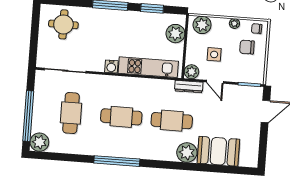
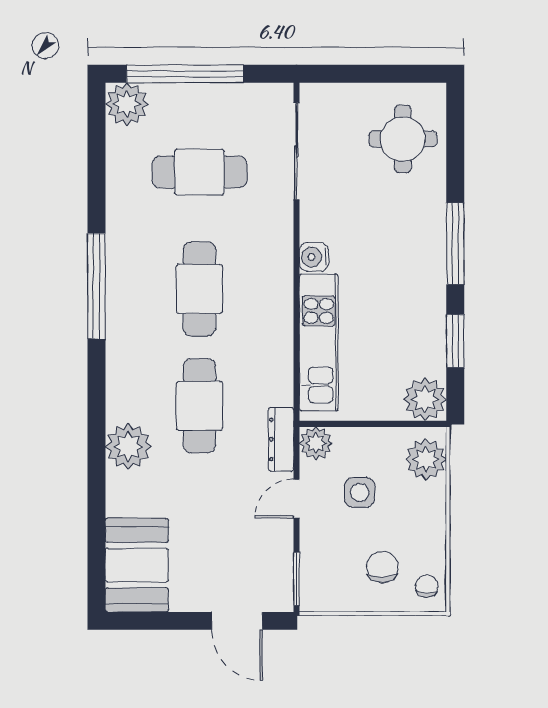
plant: (234, 23) -> (435, 534), removed
plant: (175, 34) -> (425, 399), moved
booth: (218, 151) -> (137, 565), moved

